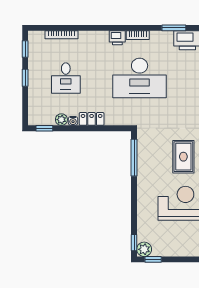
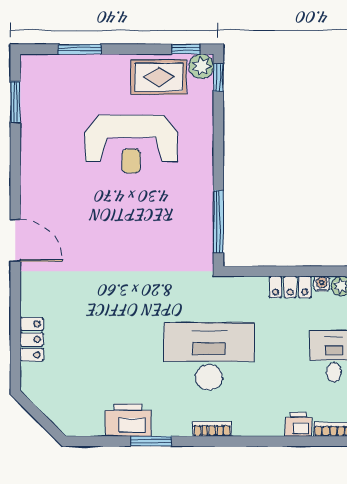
printer: (117, 38) -> (298, 424), moved
rug: (183, 157) -> (159, 77), moved, turned 90

